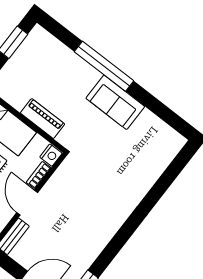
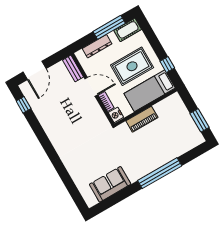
sofa: (115, 102) -> (110, 184), moved

